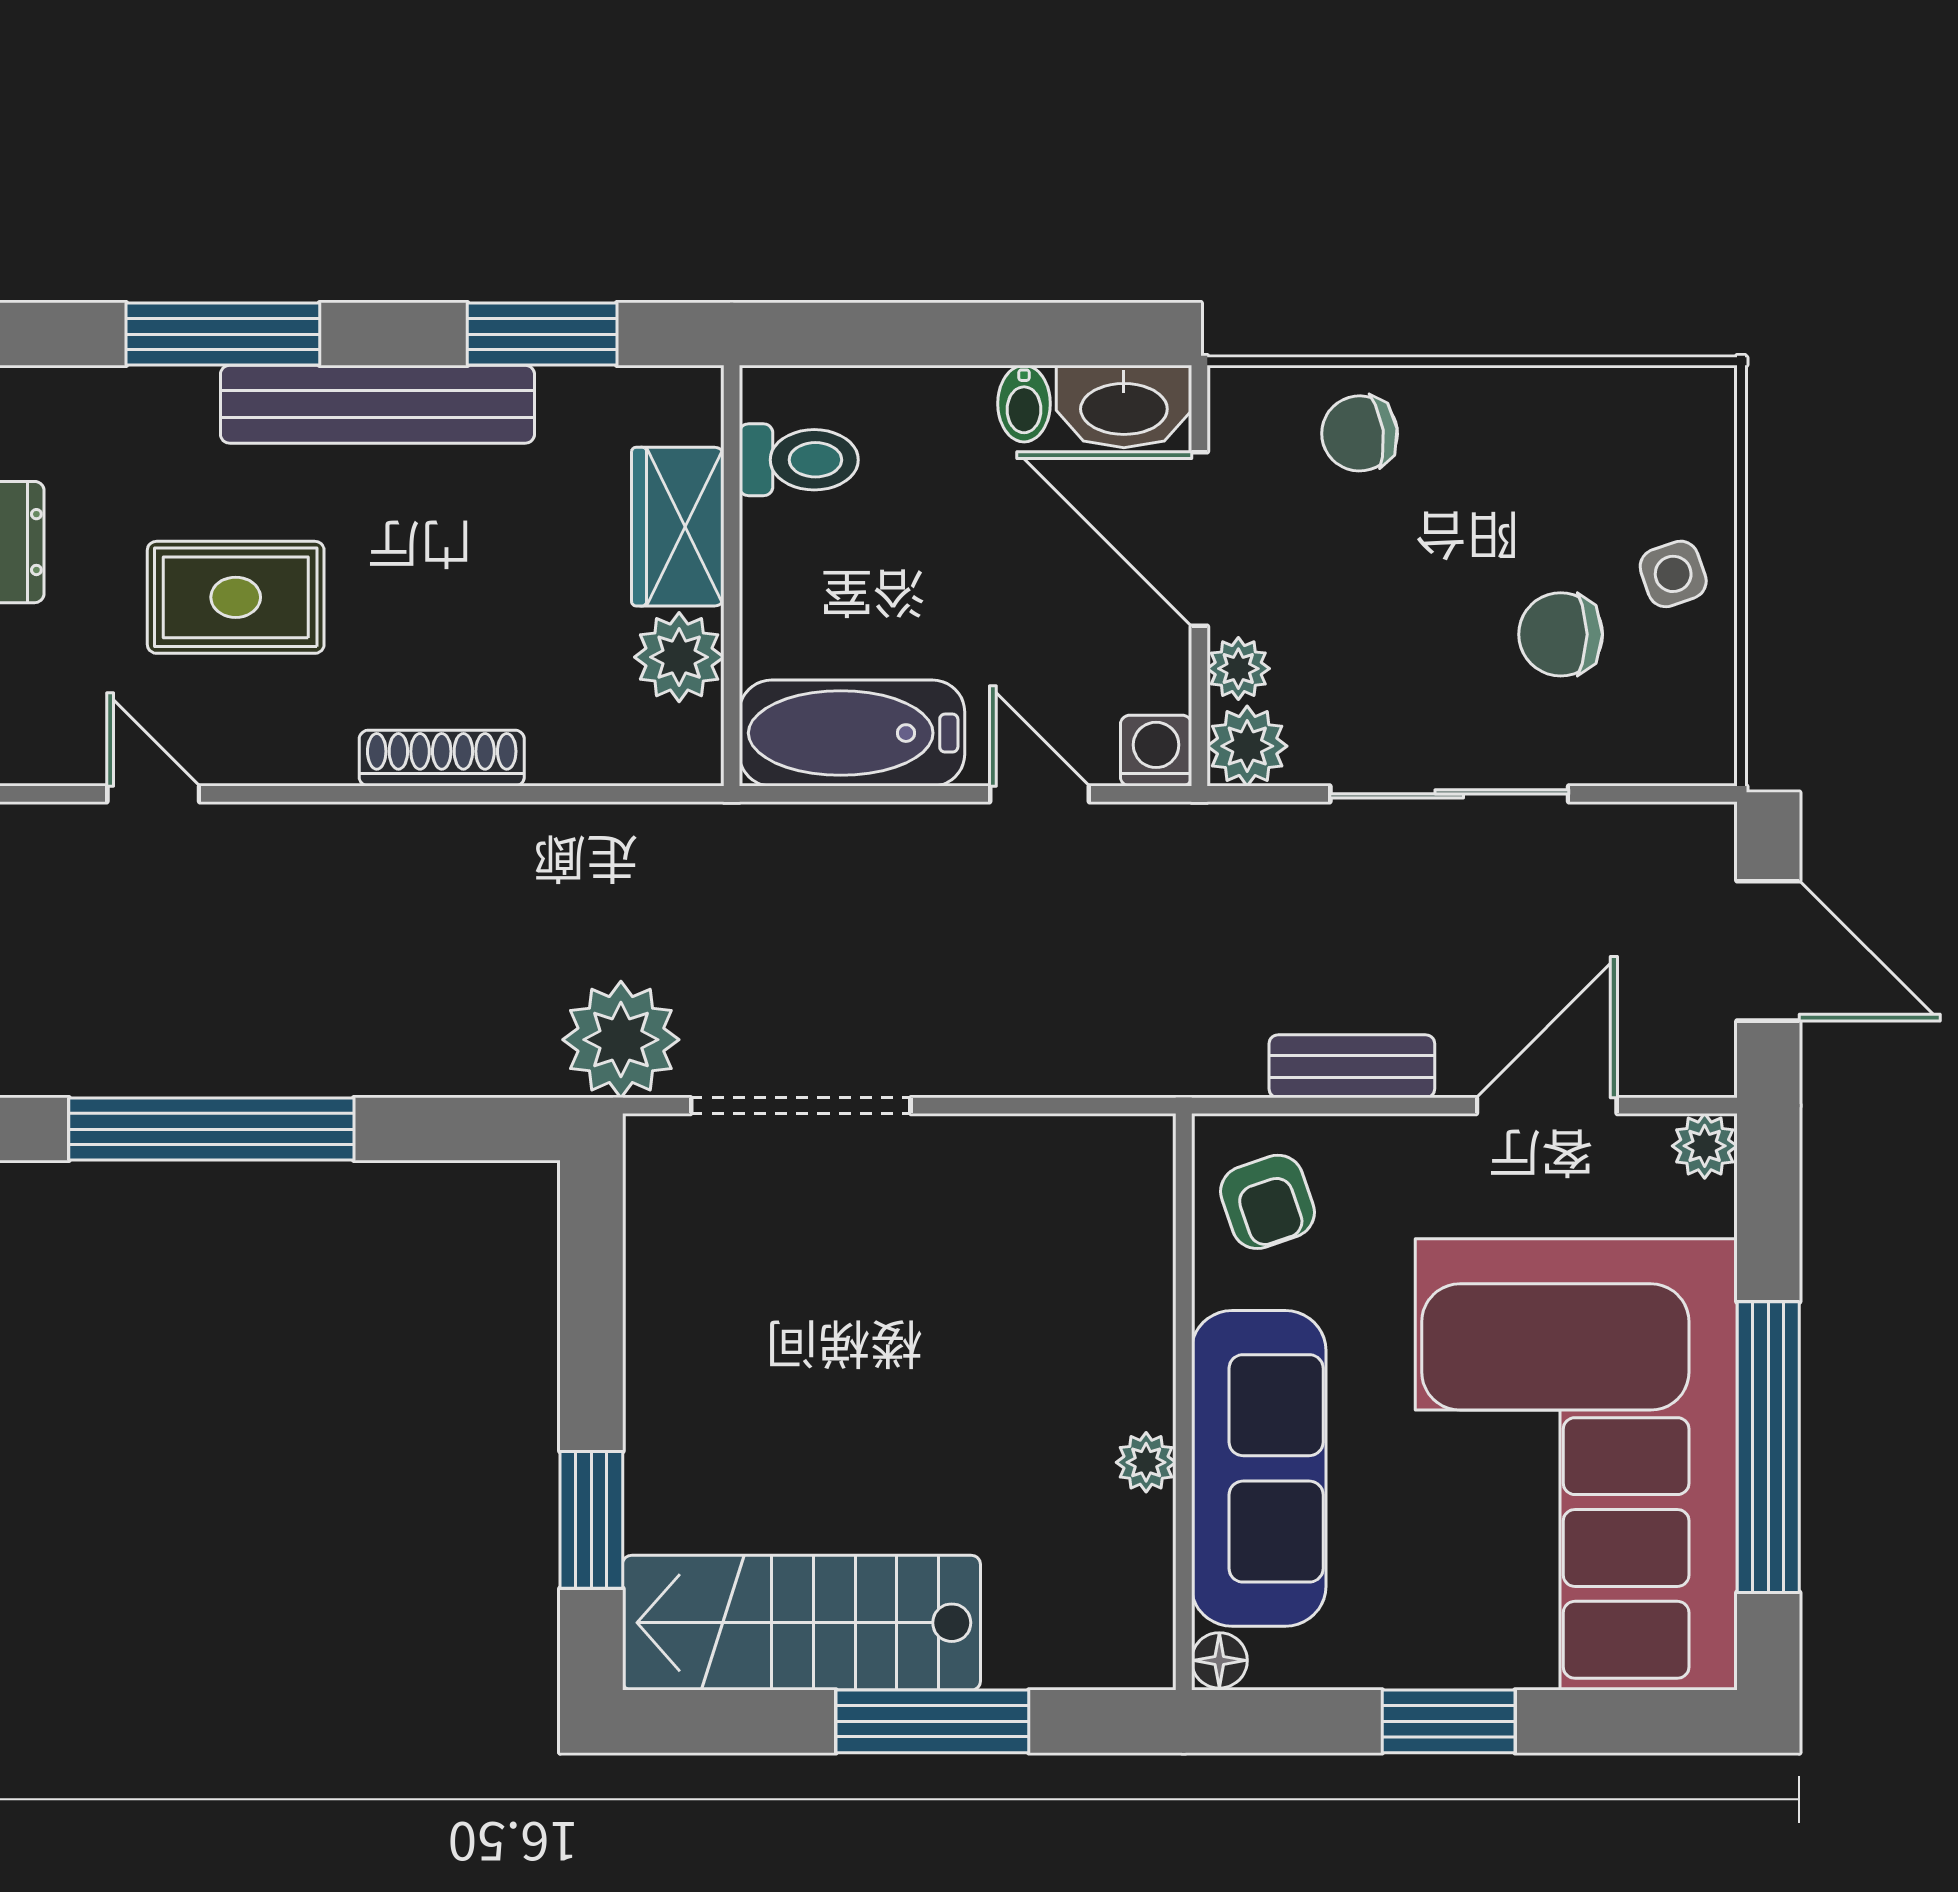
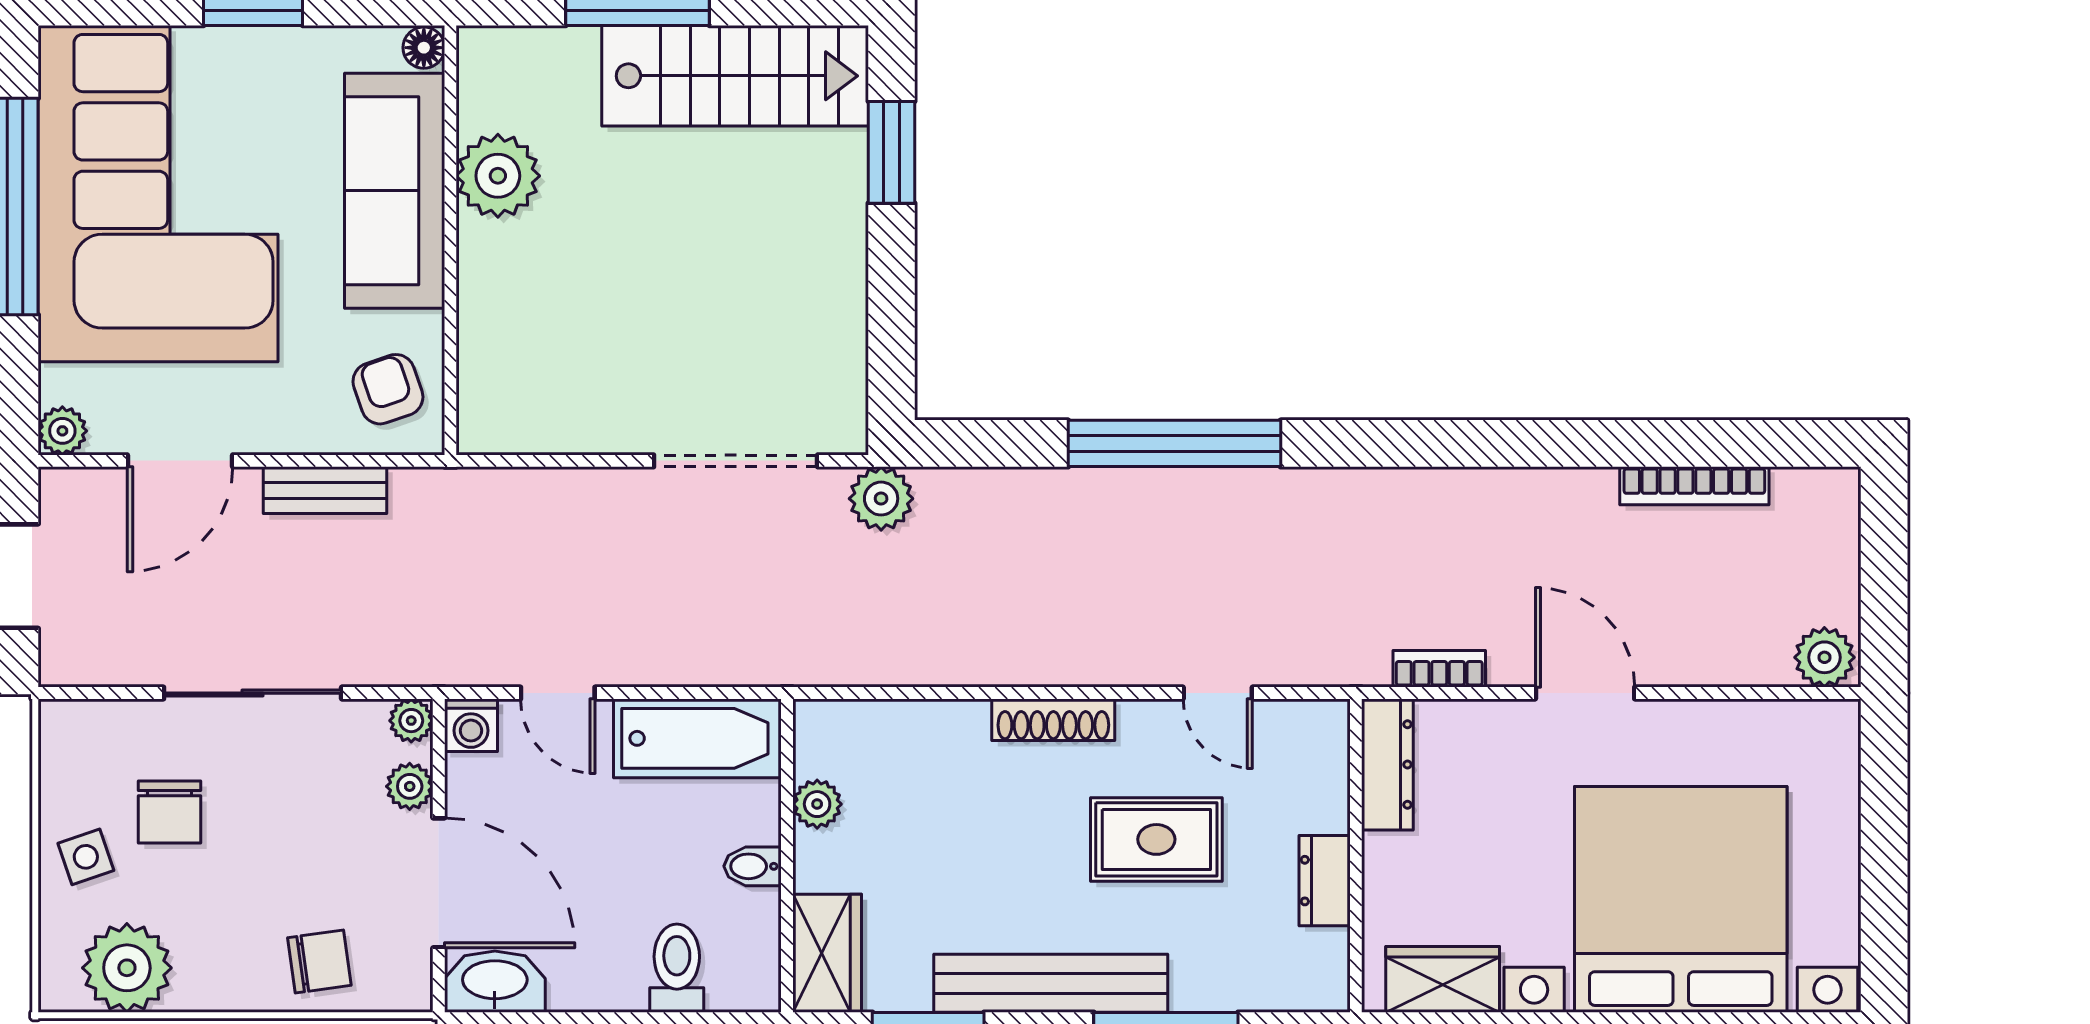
bidet: (1024, 404) -> (753, 866), moved, turned -90
plant: (1618, 425) -> (127, 968), added
toilet: (799, 460) -> (677, 968), moved, turned 90
wardrobe: (678, 527) -> (827, 953), moved
chair: (1561, 634) -> (170, 812), turned 90
plant: (679, 657) -> (817, 804), width x0.73, depth x0.73
plant: (1247, 746) -> (411, 721), width x0.73, depth x0.73
shoe rack: (442, 758) -> (1053, 720), moved
plant: (621, 1040) -> (881, 499), width x0.73, depth x0.73
plant: (1146, 1462) -> (498, 176), width x1.88, depth x1.88

